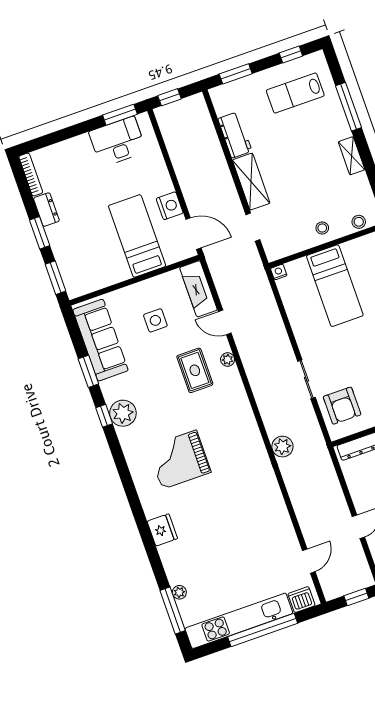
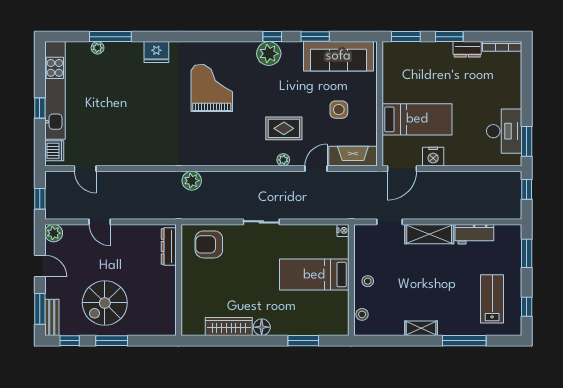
sliding door: (306, 379) -> (261, 222), moved
window: (173, 611) -> (110, 37), moved
window: (263, 630) -> (40, 108), width x0.32

